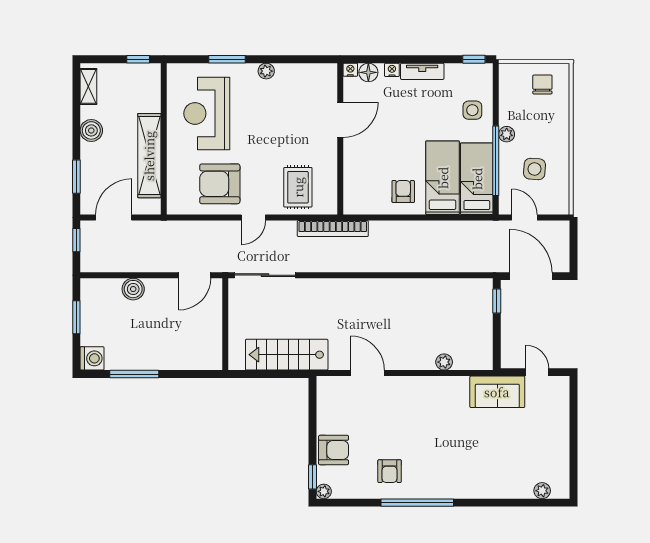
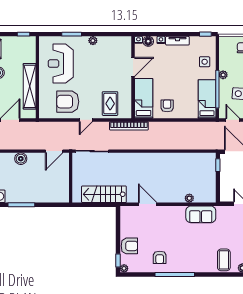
bed: (443, 178) -> (144, 98), moved
sofa: (497, 392) -> (201, 214), moved
coffee table: (508, 476) -> (224, 260), added

